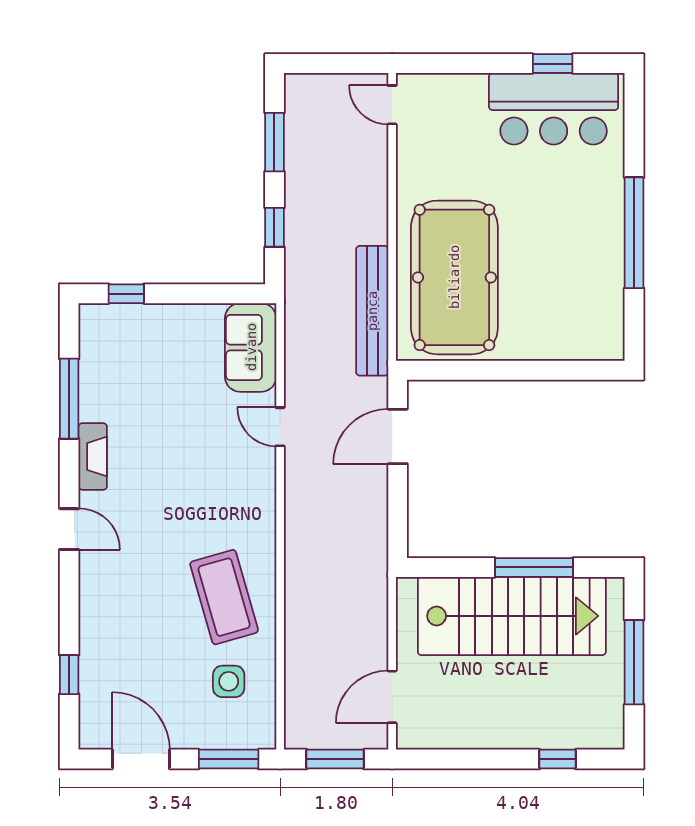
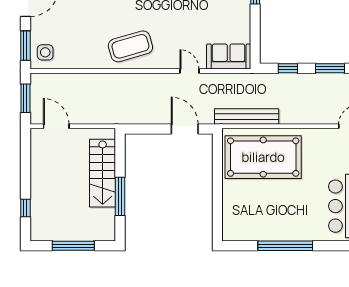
door: (280, 427) -> (189, 71), hinge flipped
coffee table: (224, 597) -> (130, 46), moved
stairs: (512, 616) -> (103, 173), width x0.73, depth x0.66
side table: (229, 681) -> (45, 52), moved

